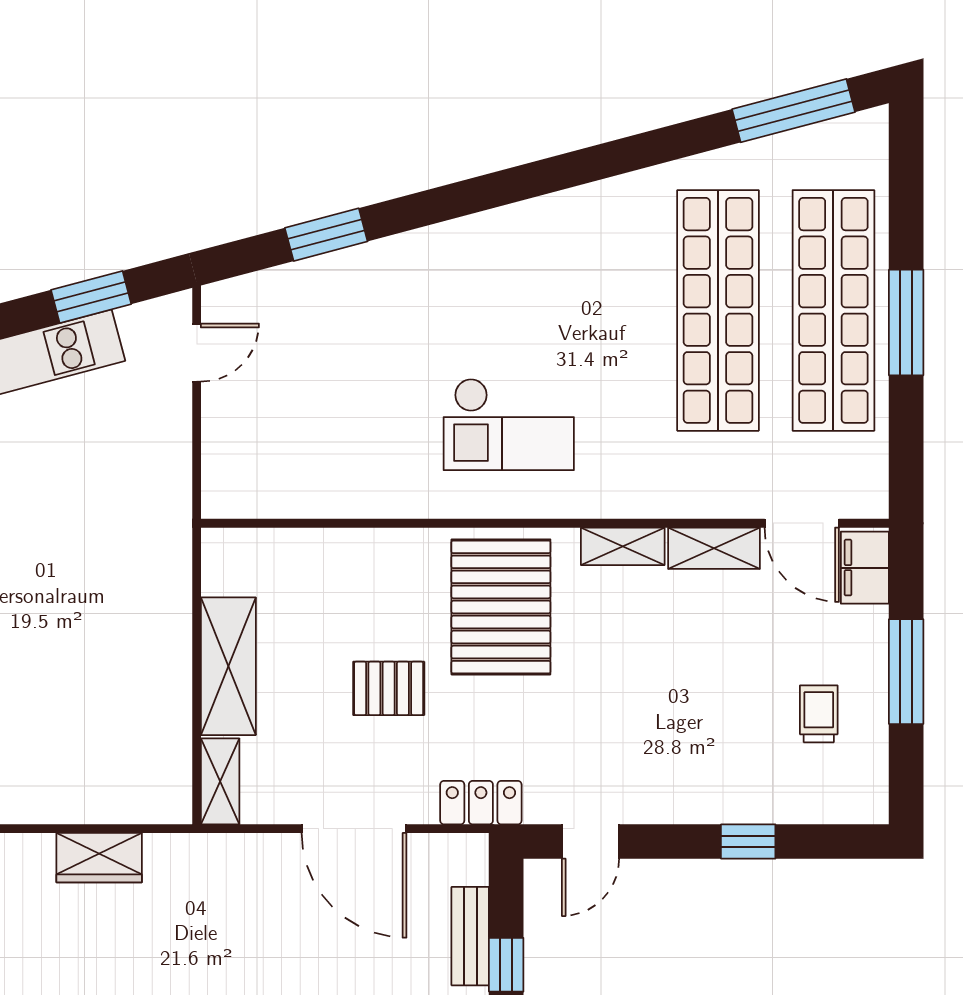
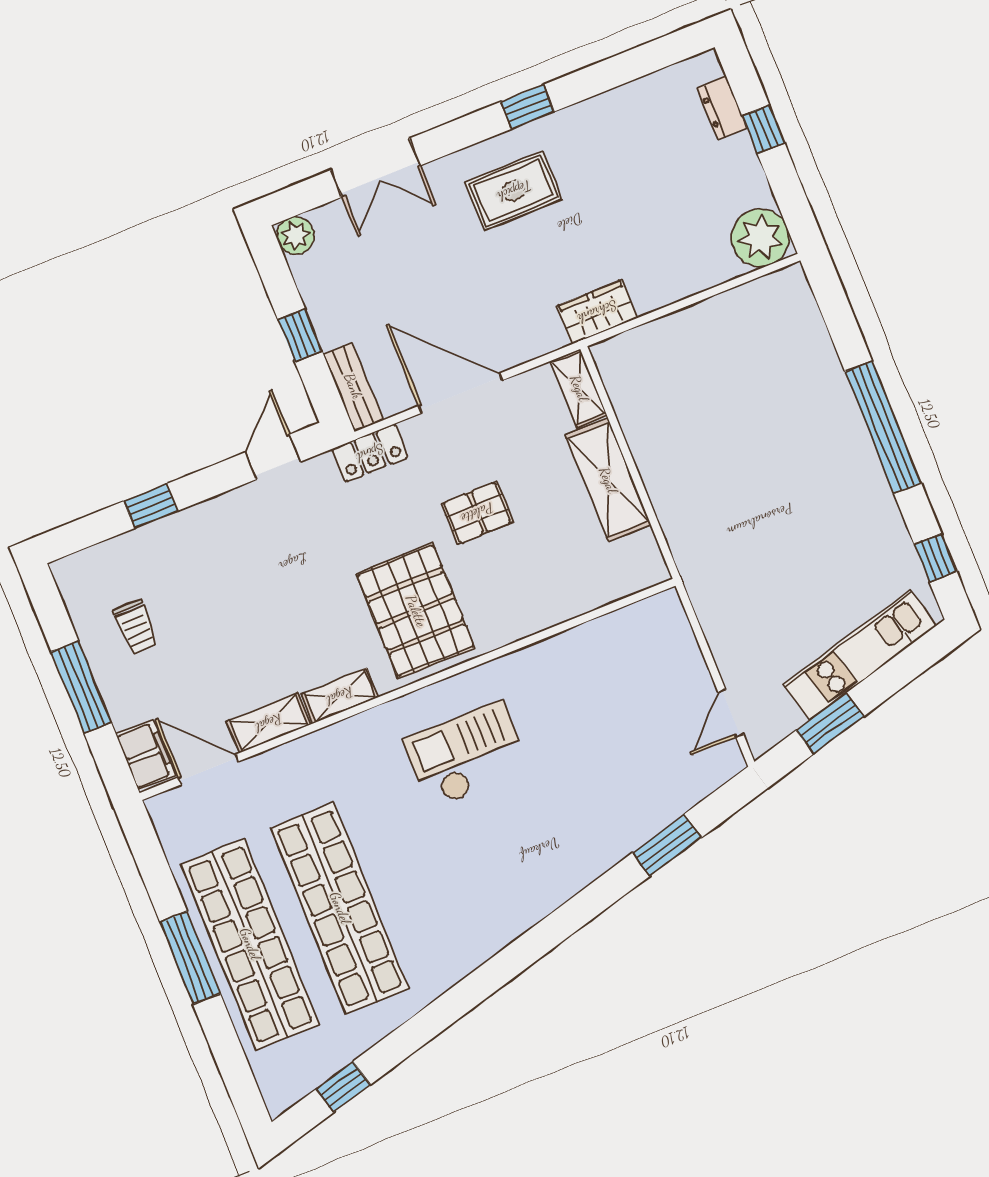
window: (794, 111) -> (343, 1087), width x0.46
wardrobe: (99, 858) -> (597, 312), moved
bench: (470, 936) -> (353, 386), moved

